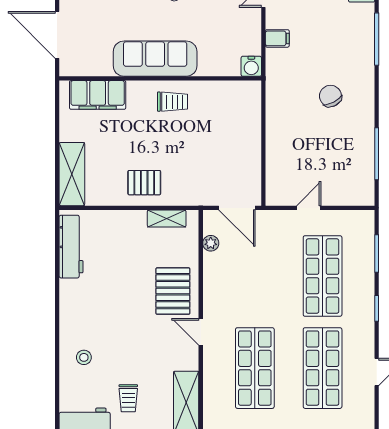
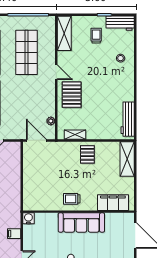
pallet: (144, 183) -> (87, 154), turned 90

